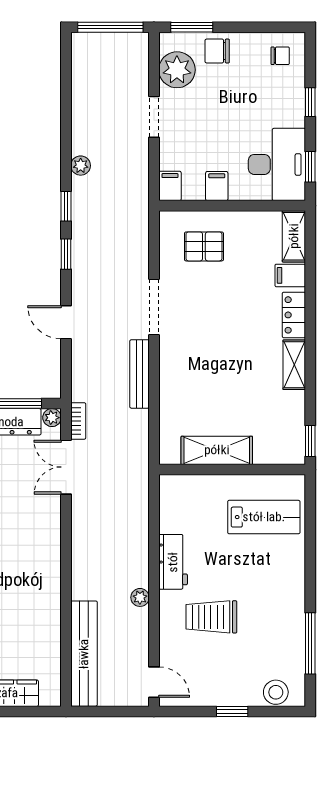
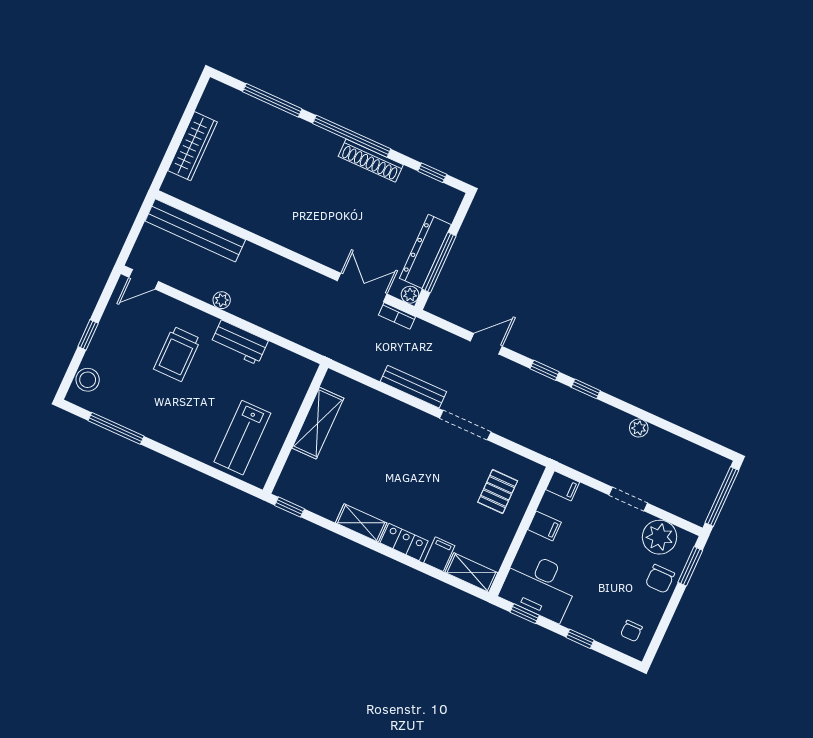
chair: (217, 51) -> (660, 579), turned 180
plant: (81, 166) -> (639, 428), moved
trolley: (211, 617) -> (177, 354), turned 180

